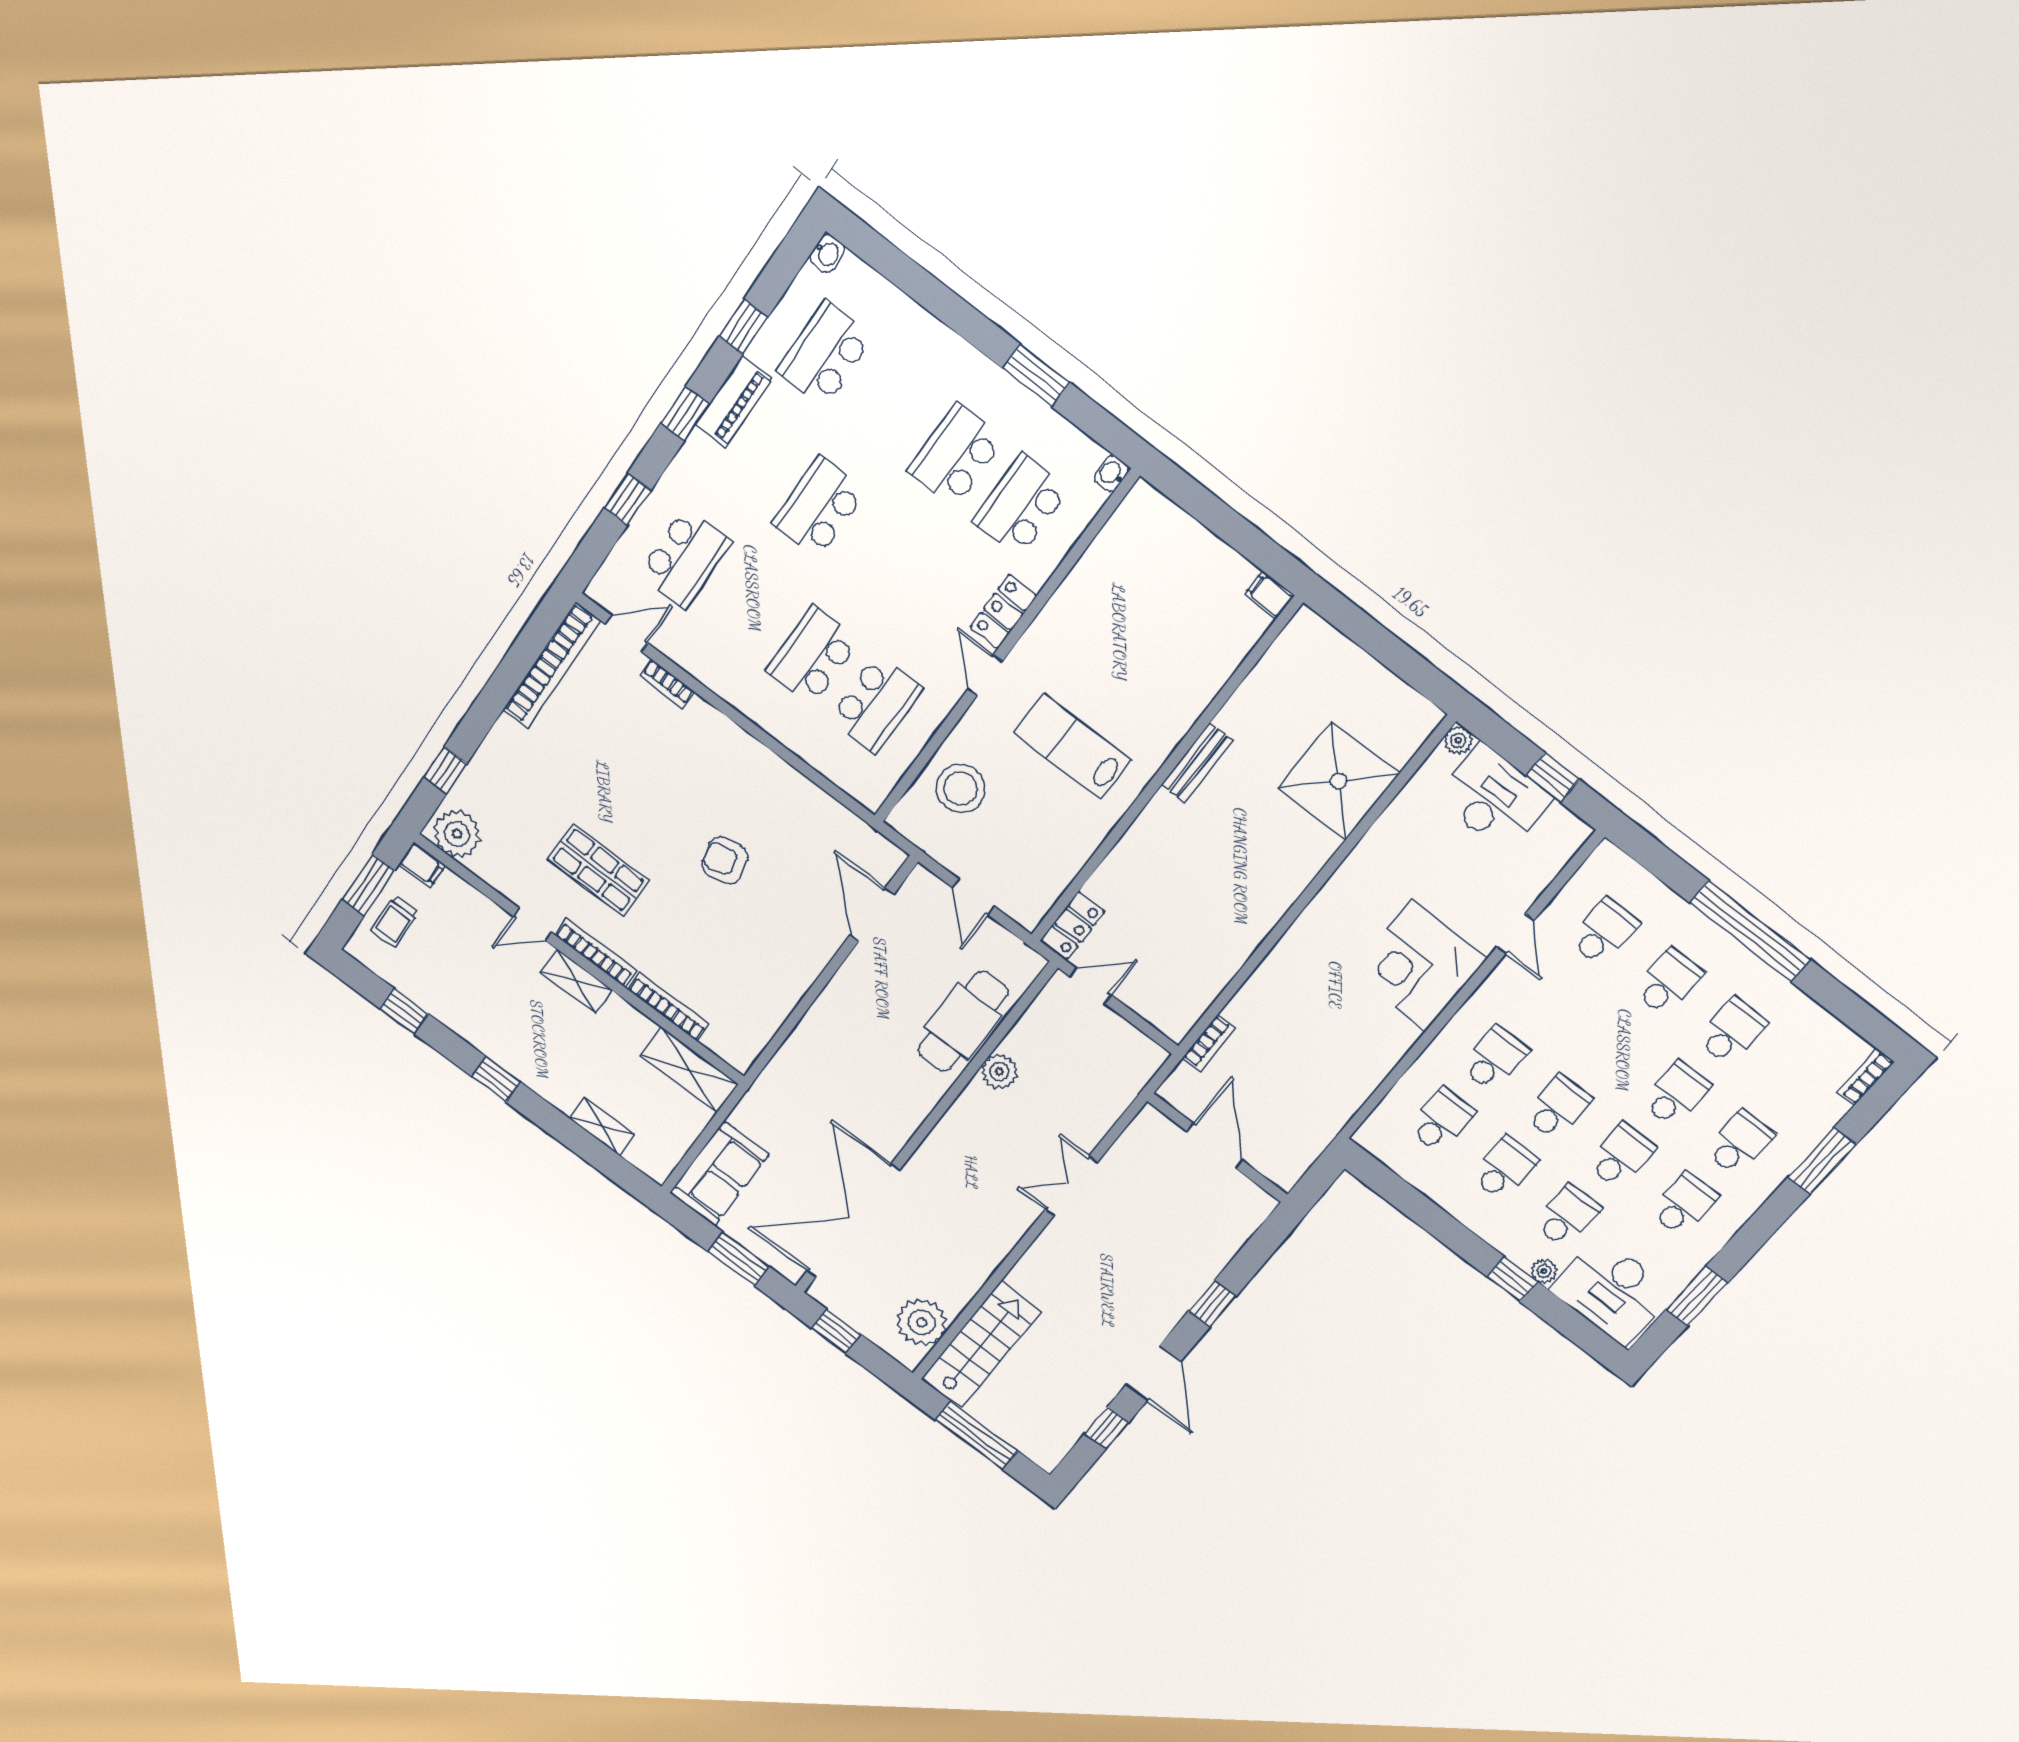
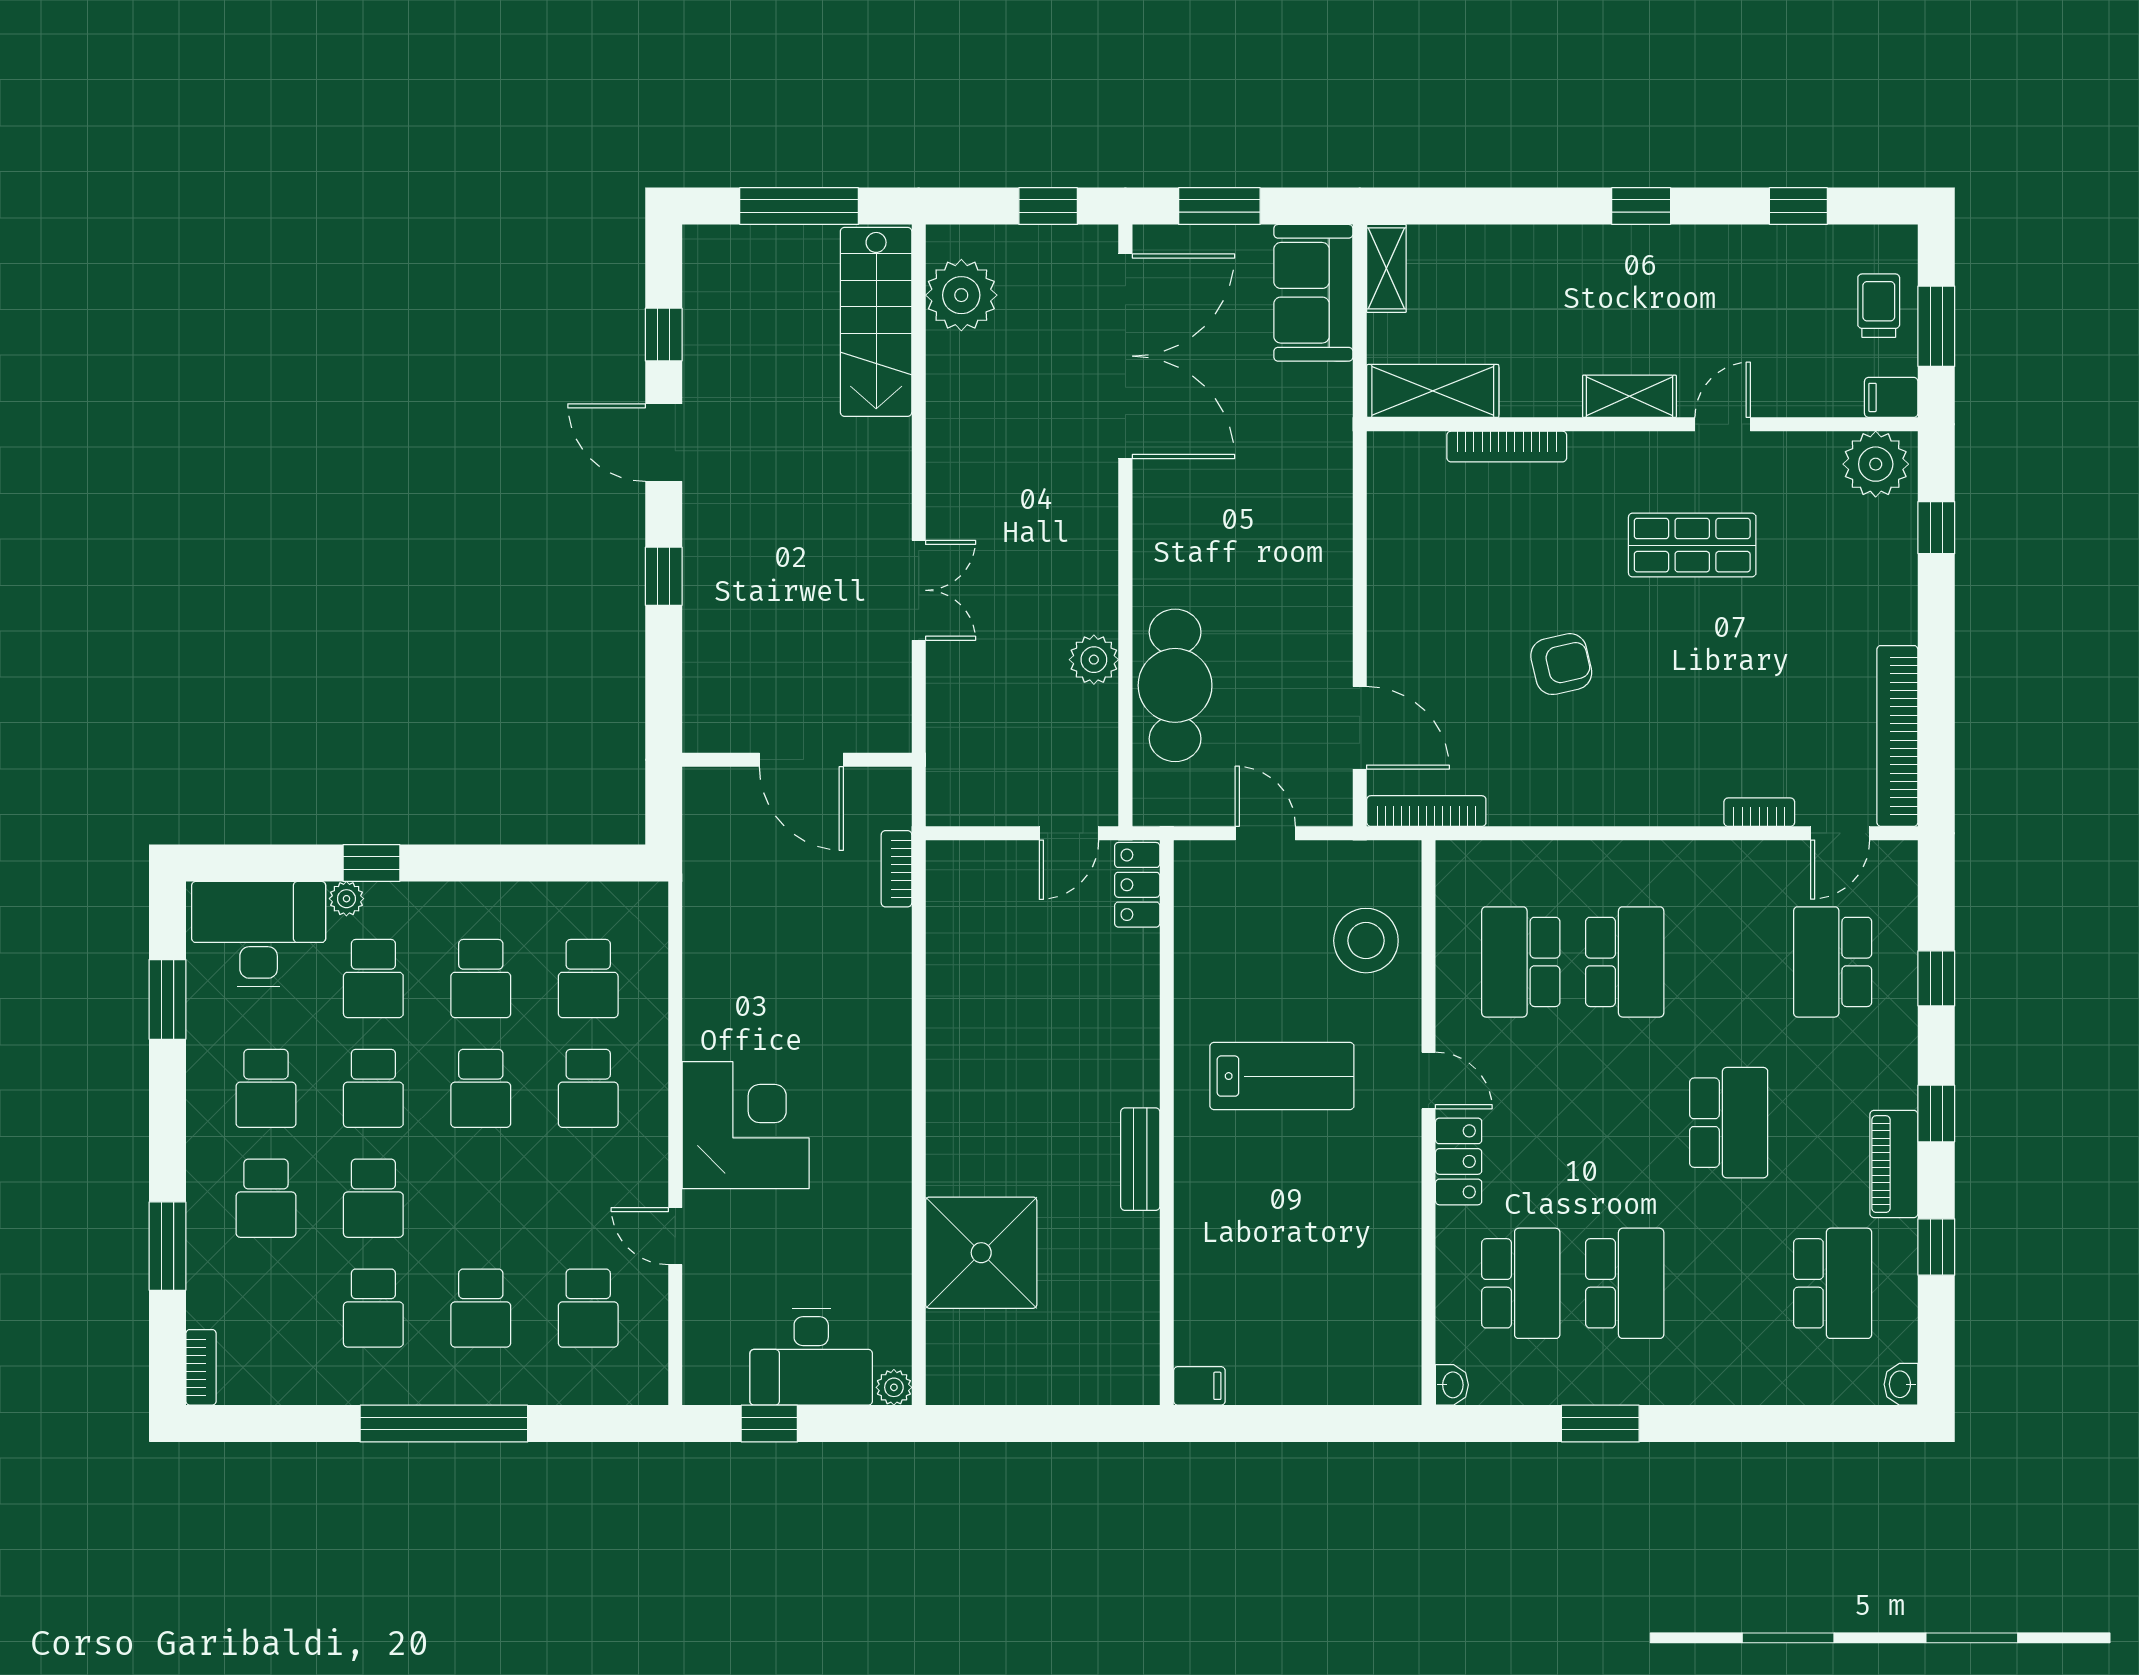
bookcase: (596, 953) -> (1426, 811), moved, turned 180
shelving: (602, 1127) -> (1386, 268), moved, turned 90

